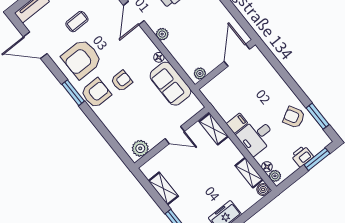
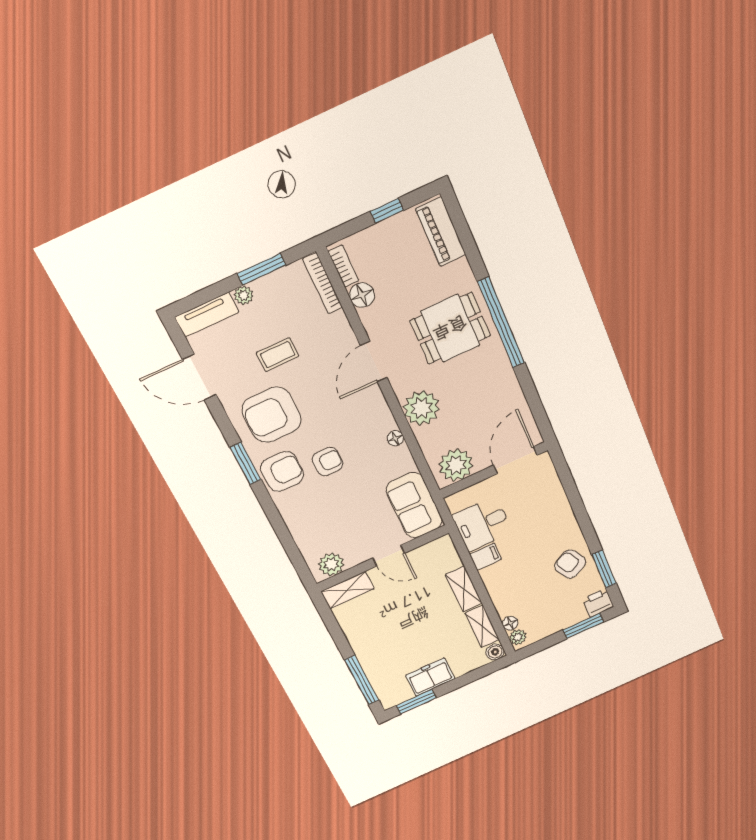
plant: (162, 34) -> (422, 408), width x1.87, depth x1.87
plant: (200, 73) -> (456, 465), width x1.88, depth x1.88
sofa: (170, 84) -> (414, 505), moved
shelving: (214, 129) -> (464, 589), moved
desk: (256, 136) -> (482, 524), moved
printer: (302, 156) -> (598, 603), moved
shelving: (163, 188) -> (348, 590), moved, turned 90

